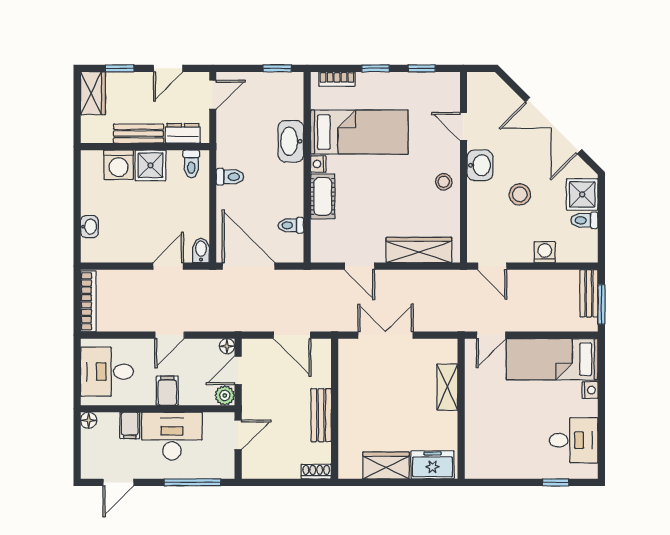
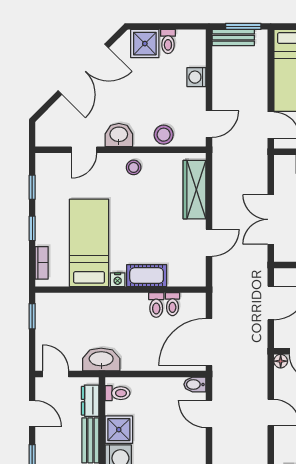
washbasin: (291, 141) -> (101, 359), moved, turned 180
toilet: (230, 177) -> (156, 305), moved, turned 180
stool: (520, 194) -> (164, 135), moved

